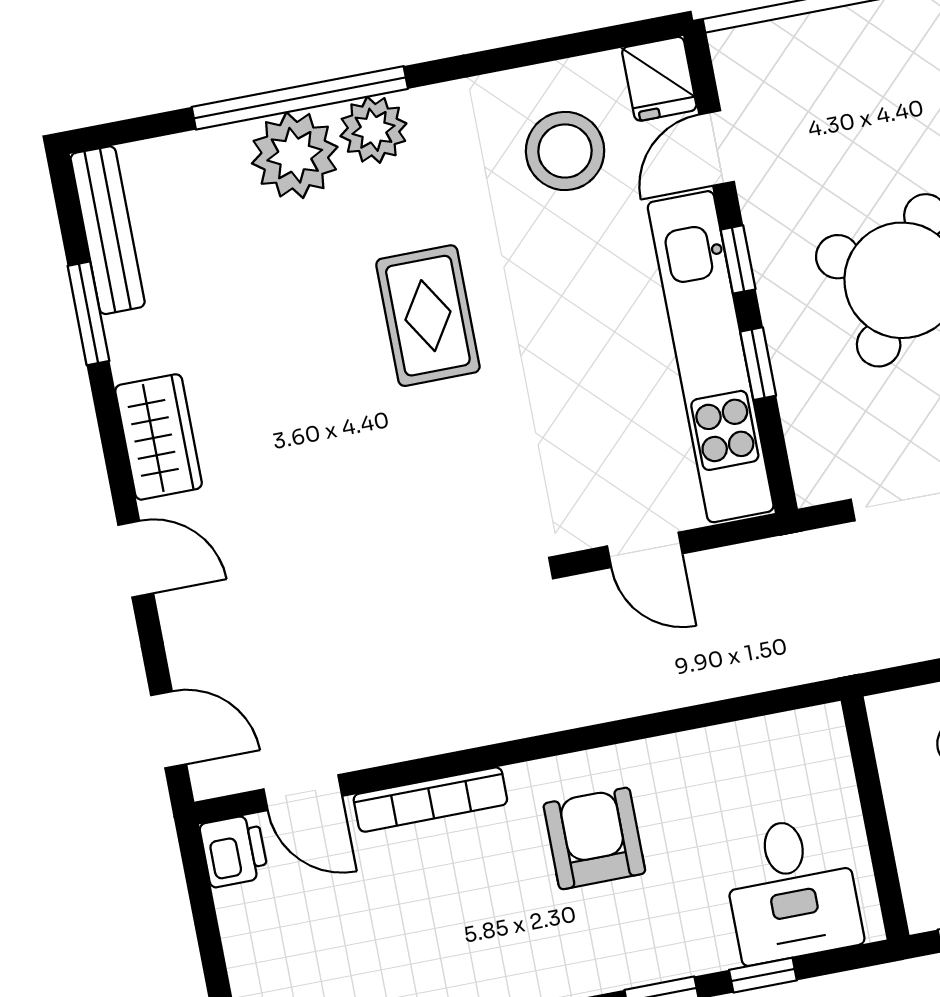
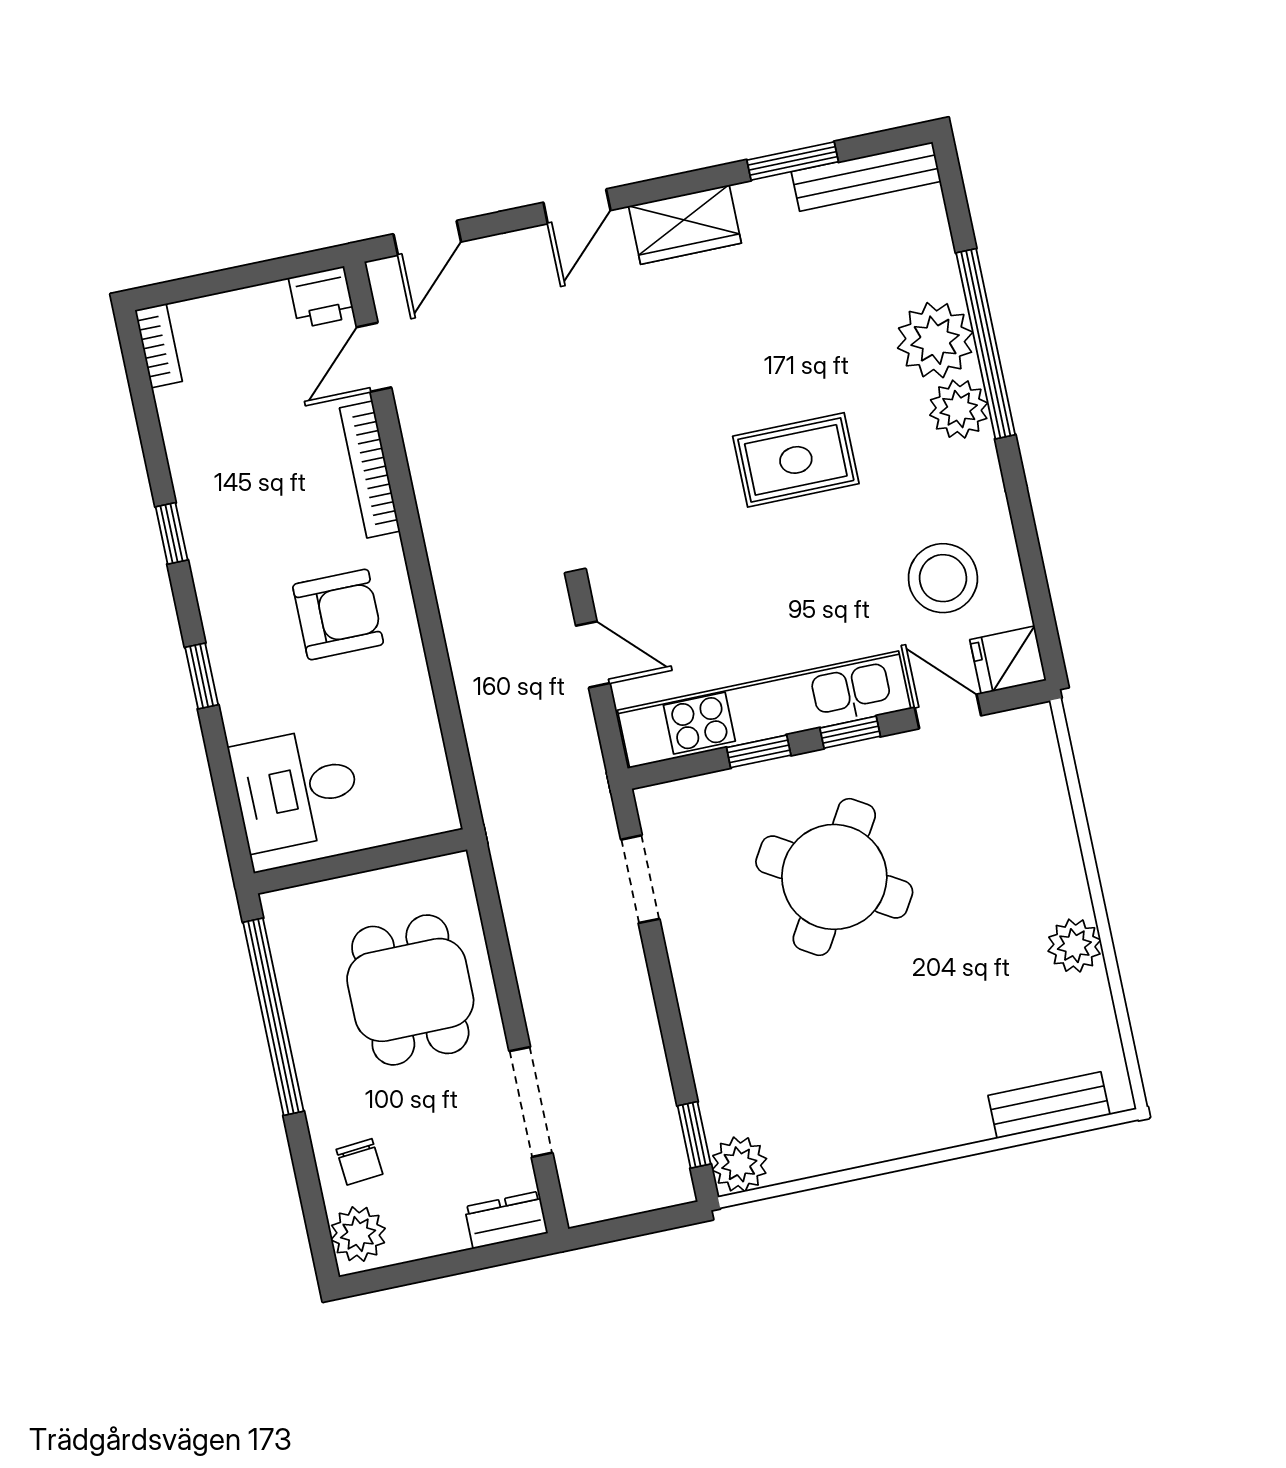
door: (645, 550) -> (593, 654), swing flipped
window: (763, 975) -> (220, 765), removed

